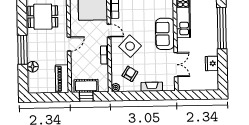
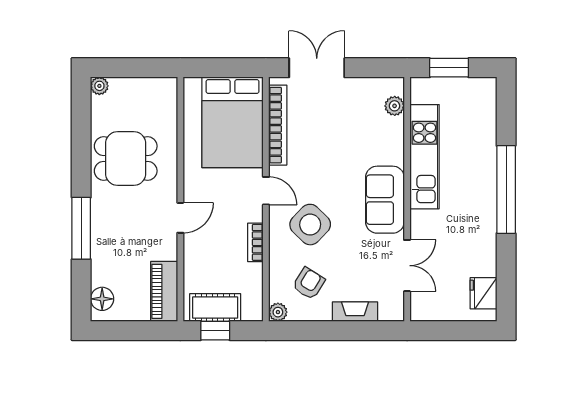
fridge: (212, 63) -> (483, 293), moved
floor lamp: (33, 67) -> (102, 299), moved

